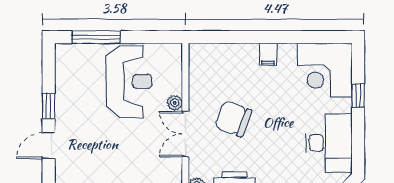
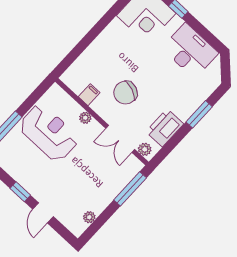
filing cabinet: (268, 55) -> (89, 95), moved, turned -90
double door: (185, 134) -> (120, 139), moved

